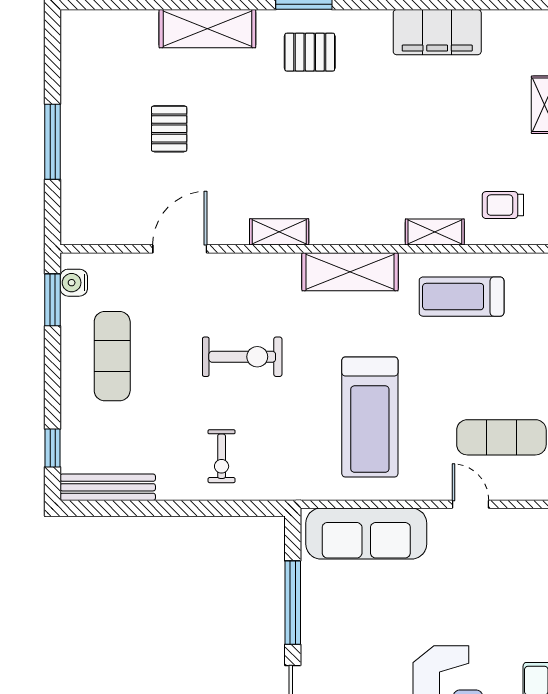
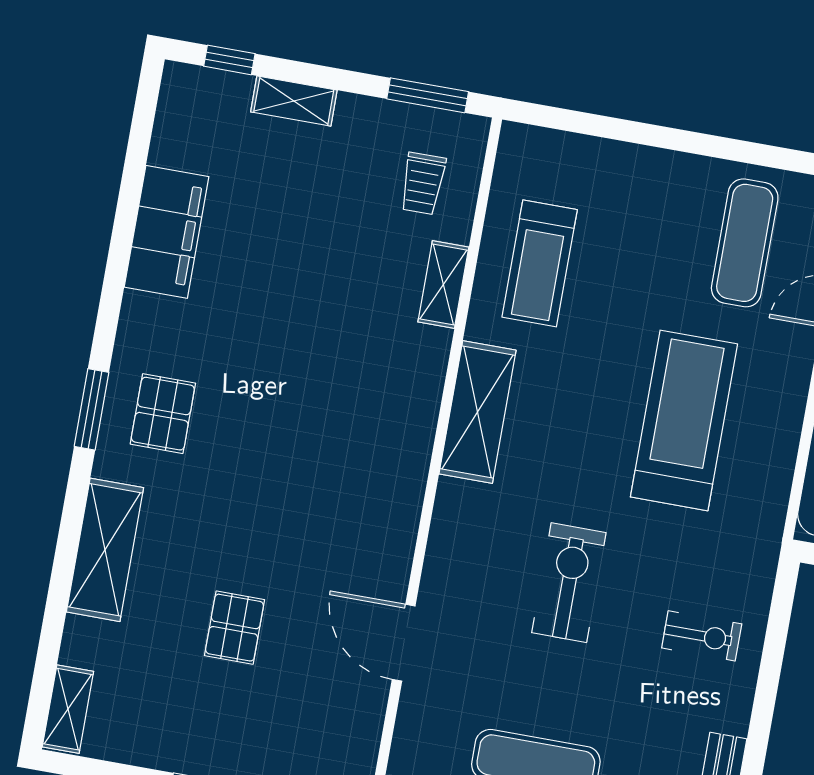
pallet: (169, 129) -> (235, 628), turned 90
shelving: (279, 232) -> (68, 709), moved
treadmill: (370, 417) -> (684, 420), turned -90

